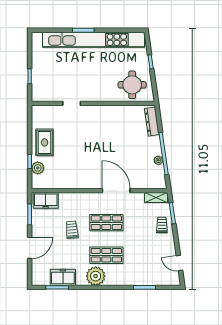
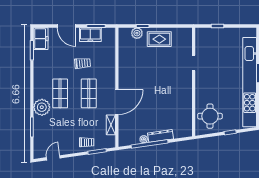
dresser: (152, 122) -> (161, 136), moved
shelving: (156, 198) -> (111, 125), moved
freezer: (46, 200) -> (90, 35), moved, turned -90
plant: (96, 276) -> (42, 107), moved
freezer: (63, 277) -> (41, 39), moved

